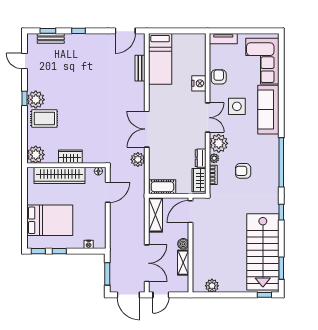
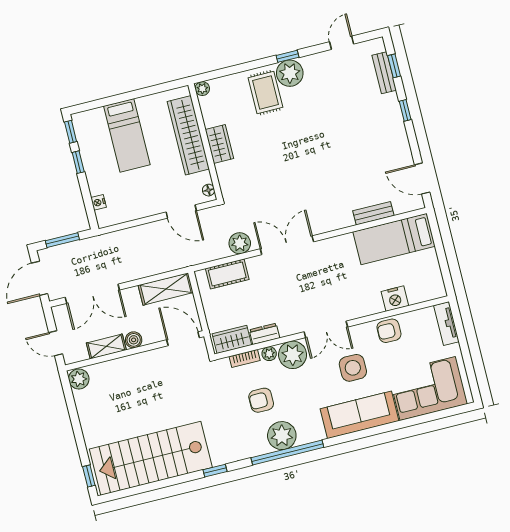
armchair: (219, 77) -> (389, 331), turned 180
nightstand: (199, 83) -> (395, 299), moved
plant: (36, 155) -> (202, 89), width x0.53, depth x0.53
plant: (269, 163) -> (282, 436), added
armchair: (243, 171) -> (261, 400), turned -90
cot: (162, 187) -> (227, 274), moved, turned 90
bed: (50, 220) -> (127, 135), width x0.67
window: (281, 268) -> (134, 491), removed
plant: (212, 286) -> (79, 379), moved
door: (161, 295) -> (56, 343), moved

